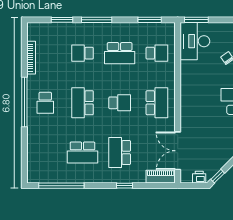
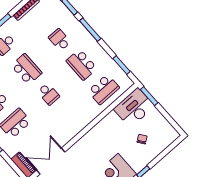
school desk: (157, 53) -> (104, 89), width x1.85
school desk: (82, 103) -> (26, 69), turned 90
school desk: (157, 103) -> (71, 119), removed

